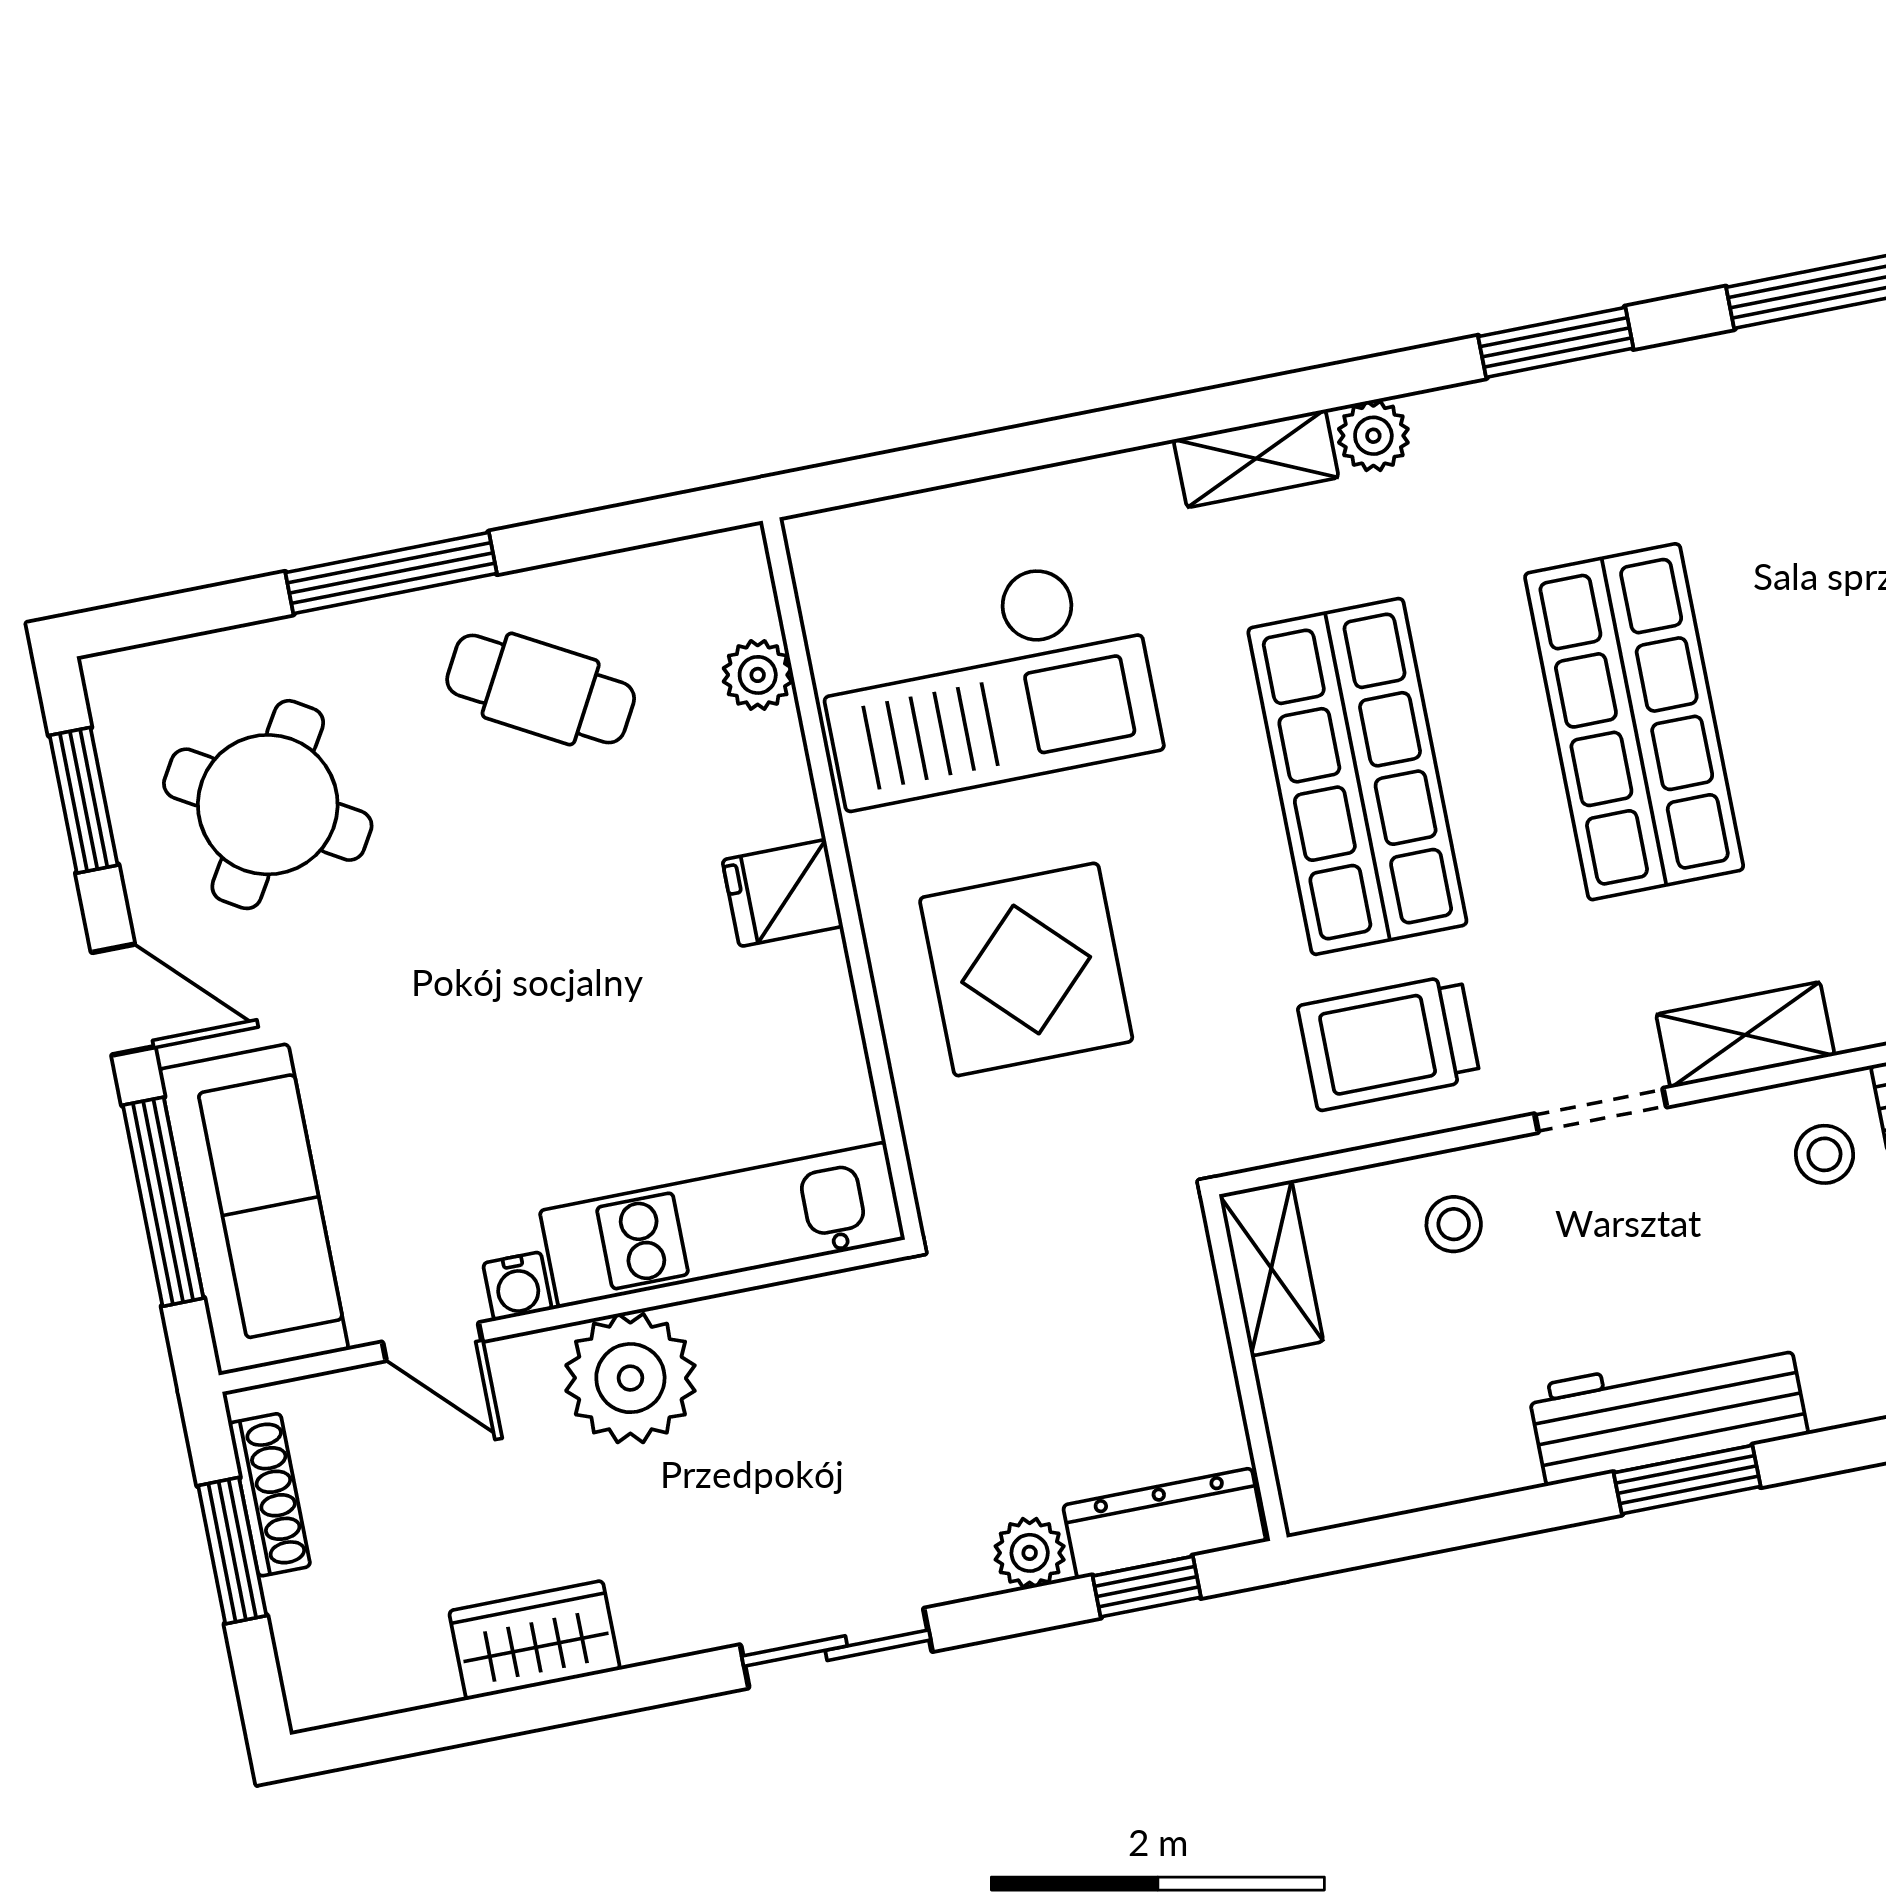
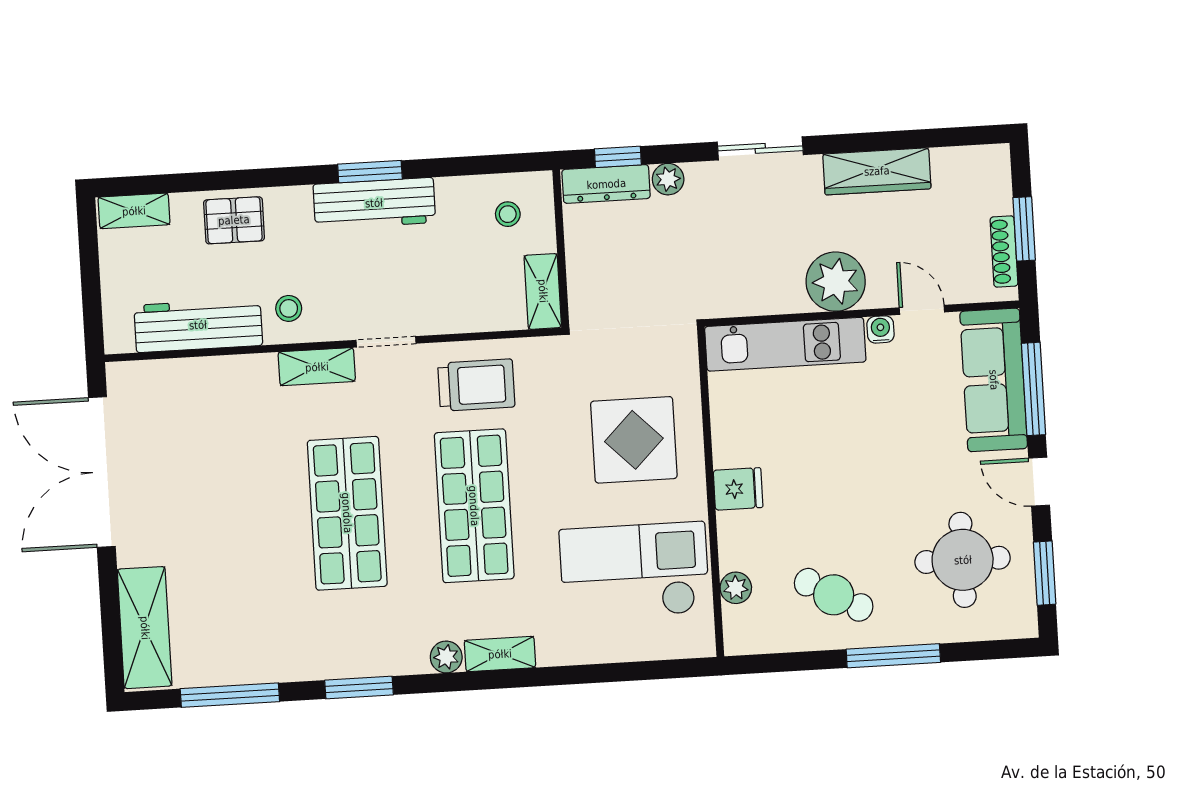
round table: (268, 805) -> (963, 560), turned -31
stool: (1454, 1224) -> (508, 214), moved
wardrobe: (535, 1640) -> (877, 171), width x1.50

